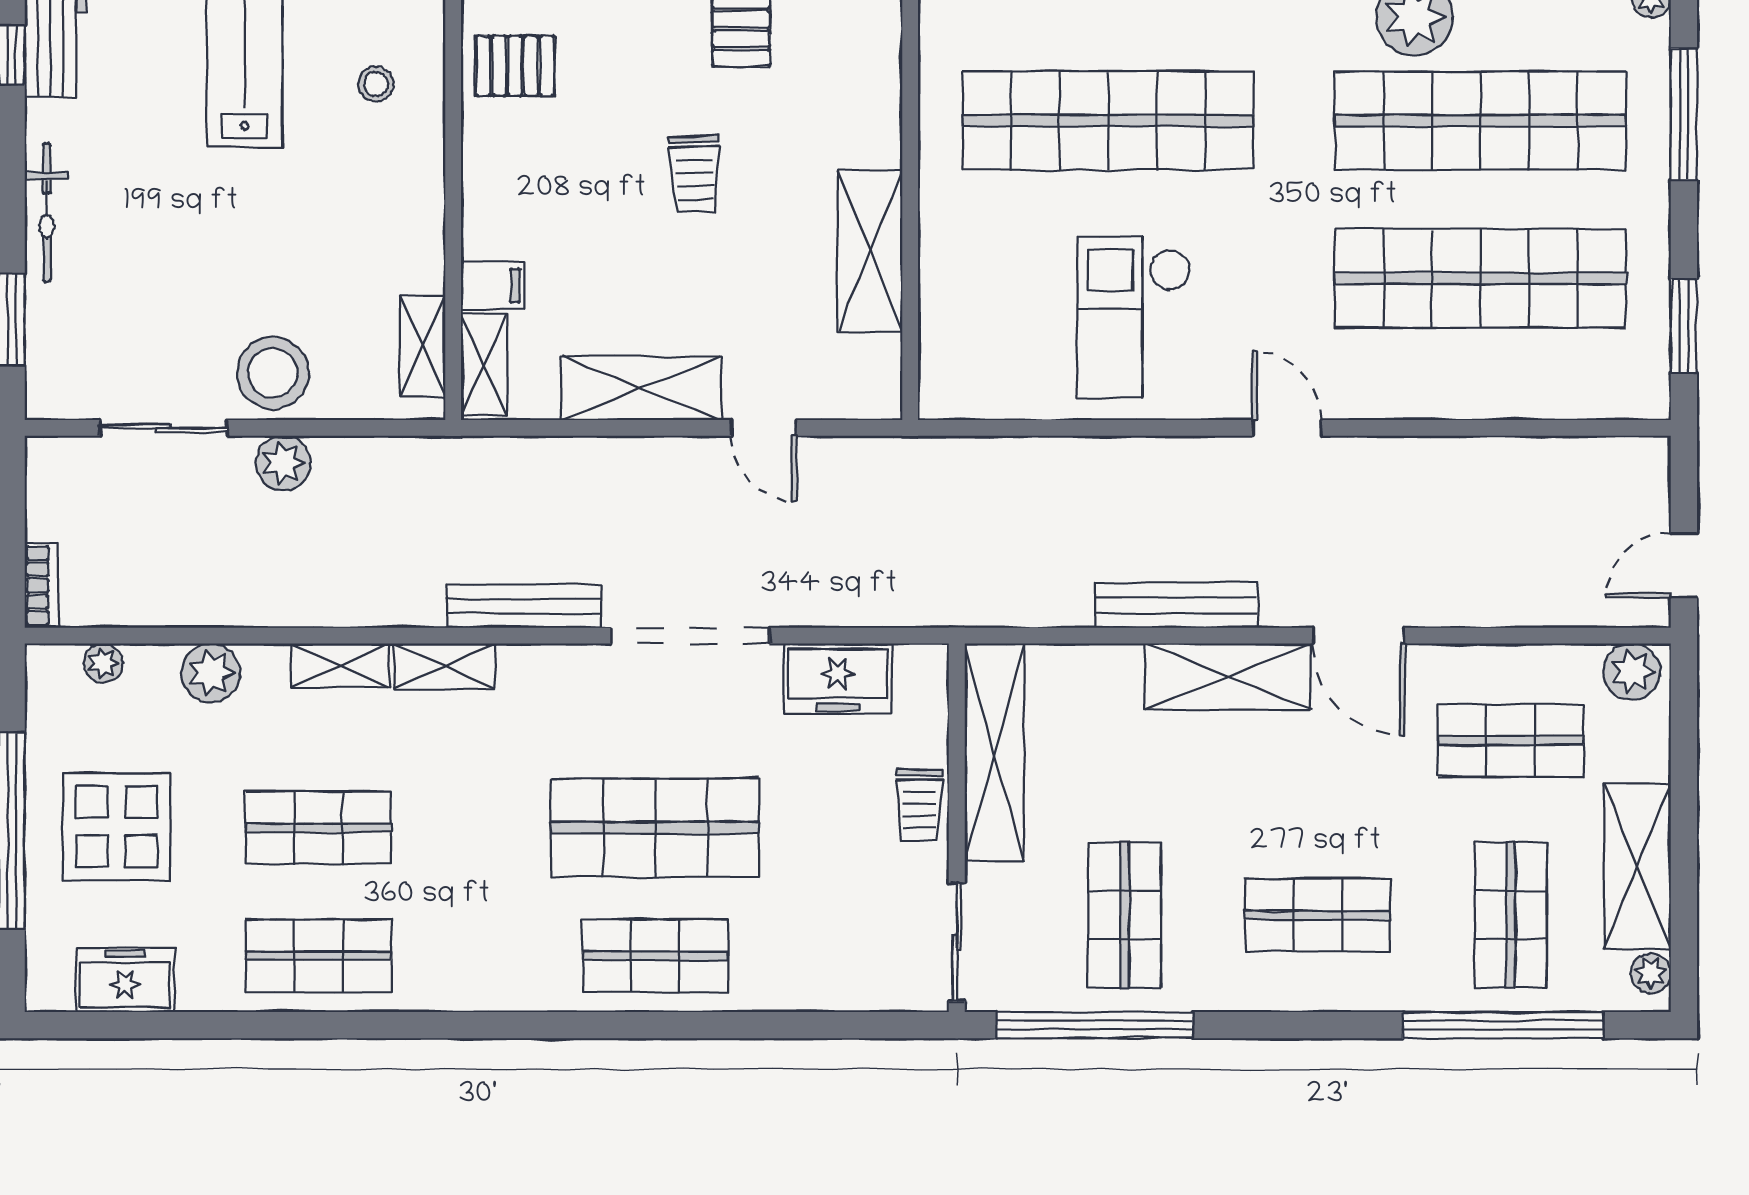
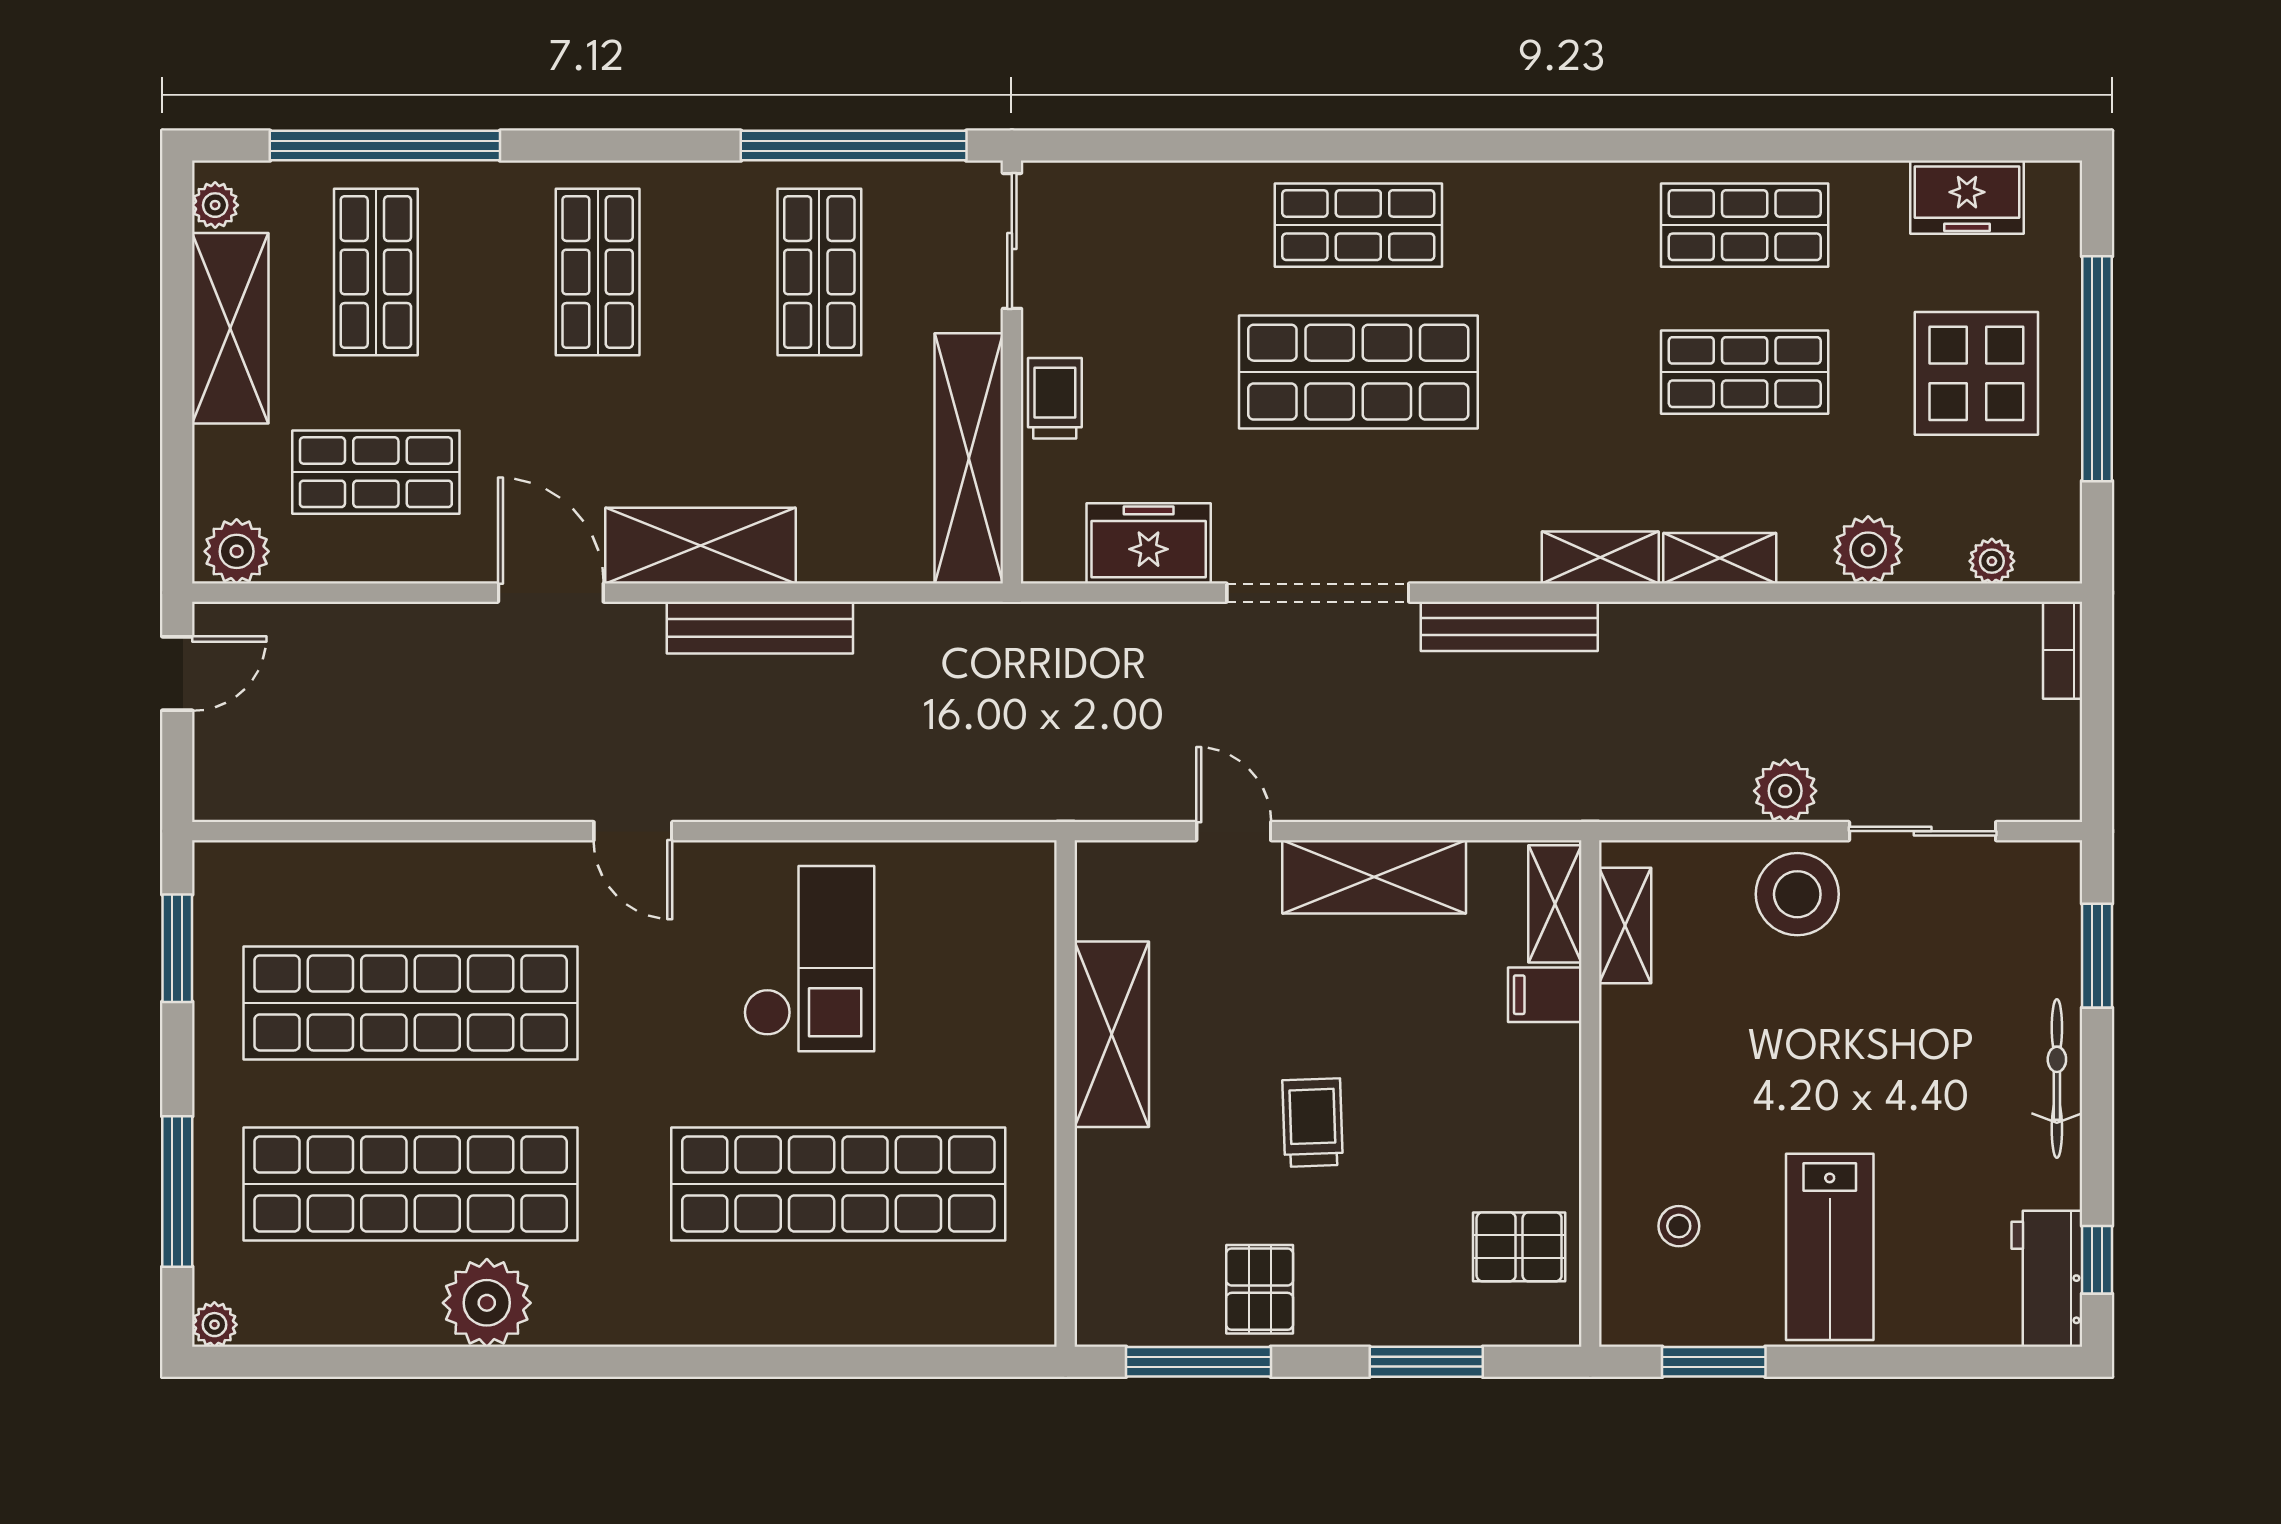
shop shelf: (1318, 915) -> (598, 272), turned 90

